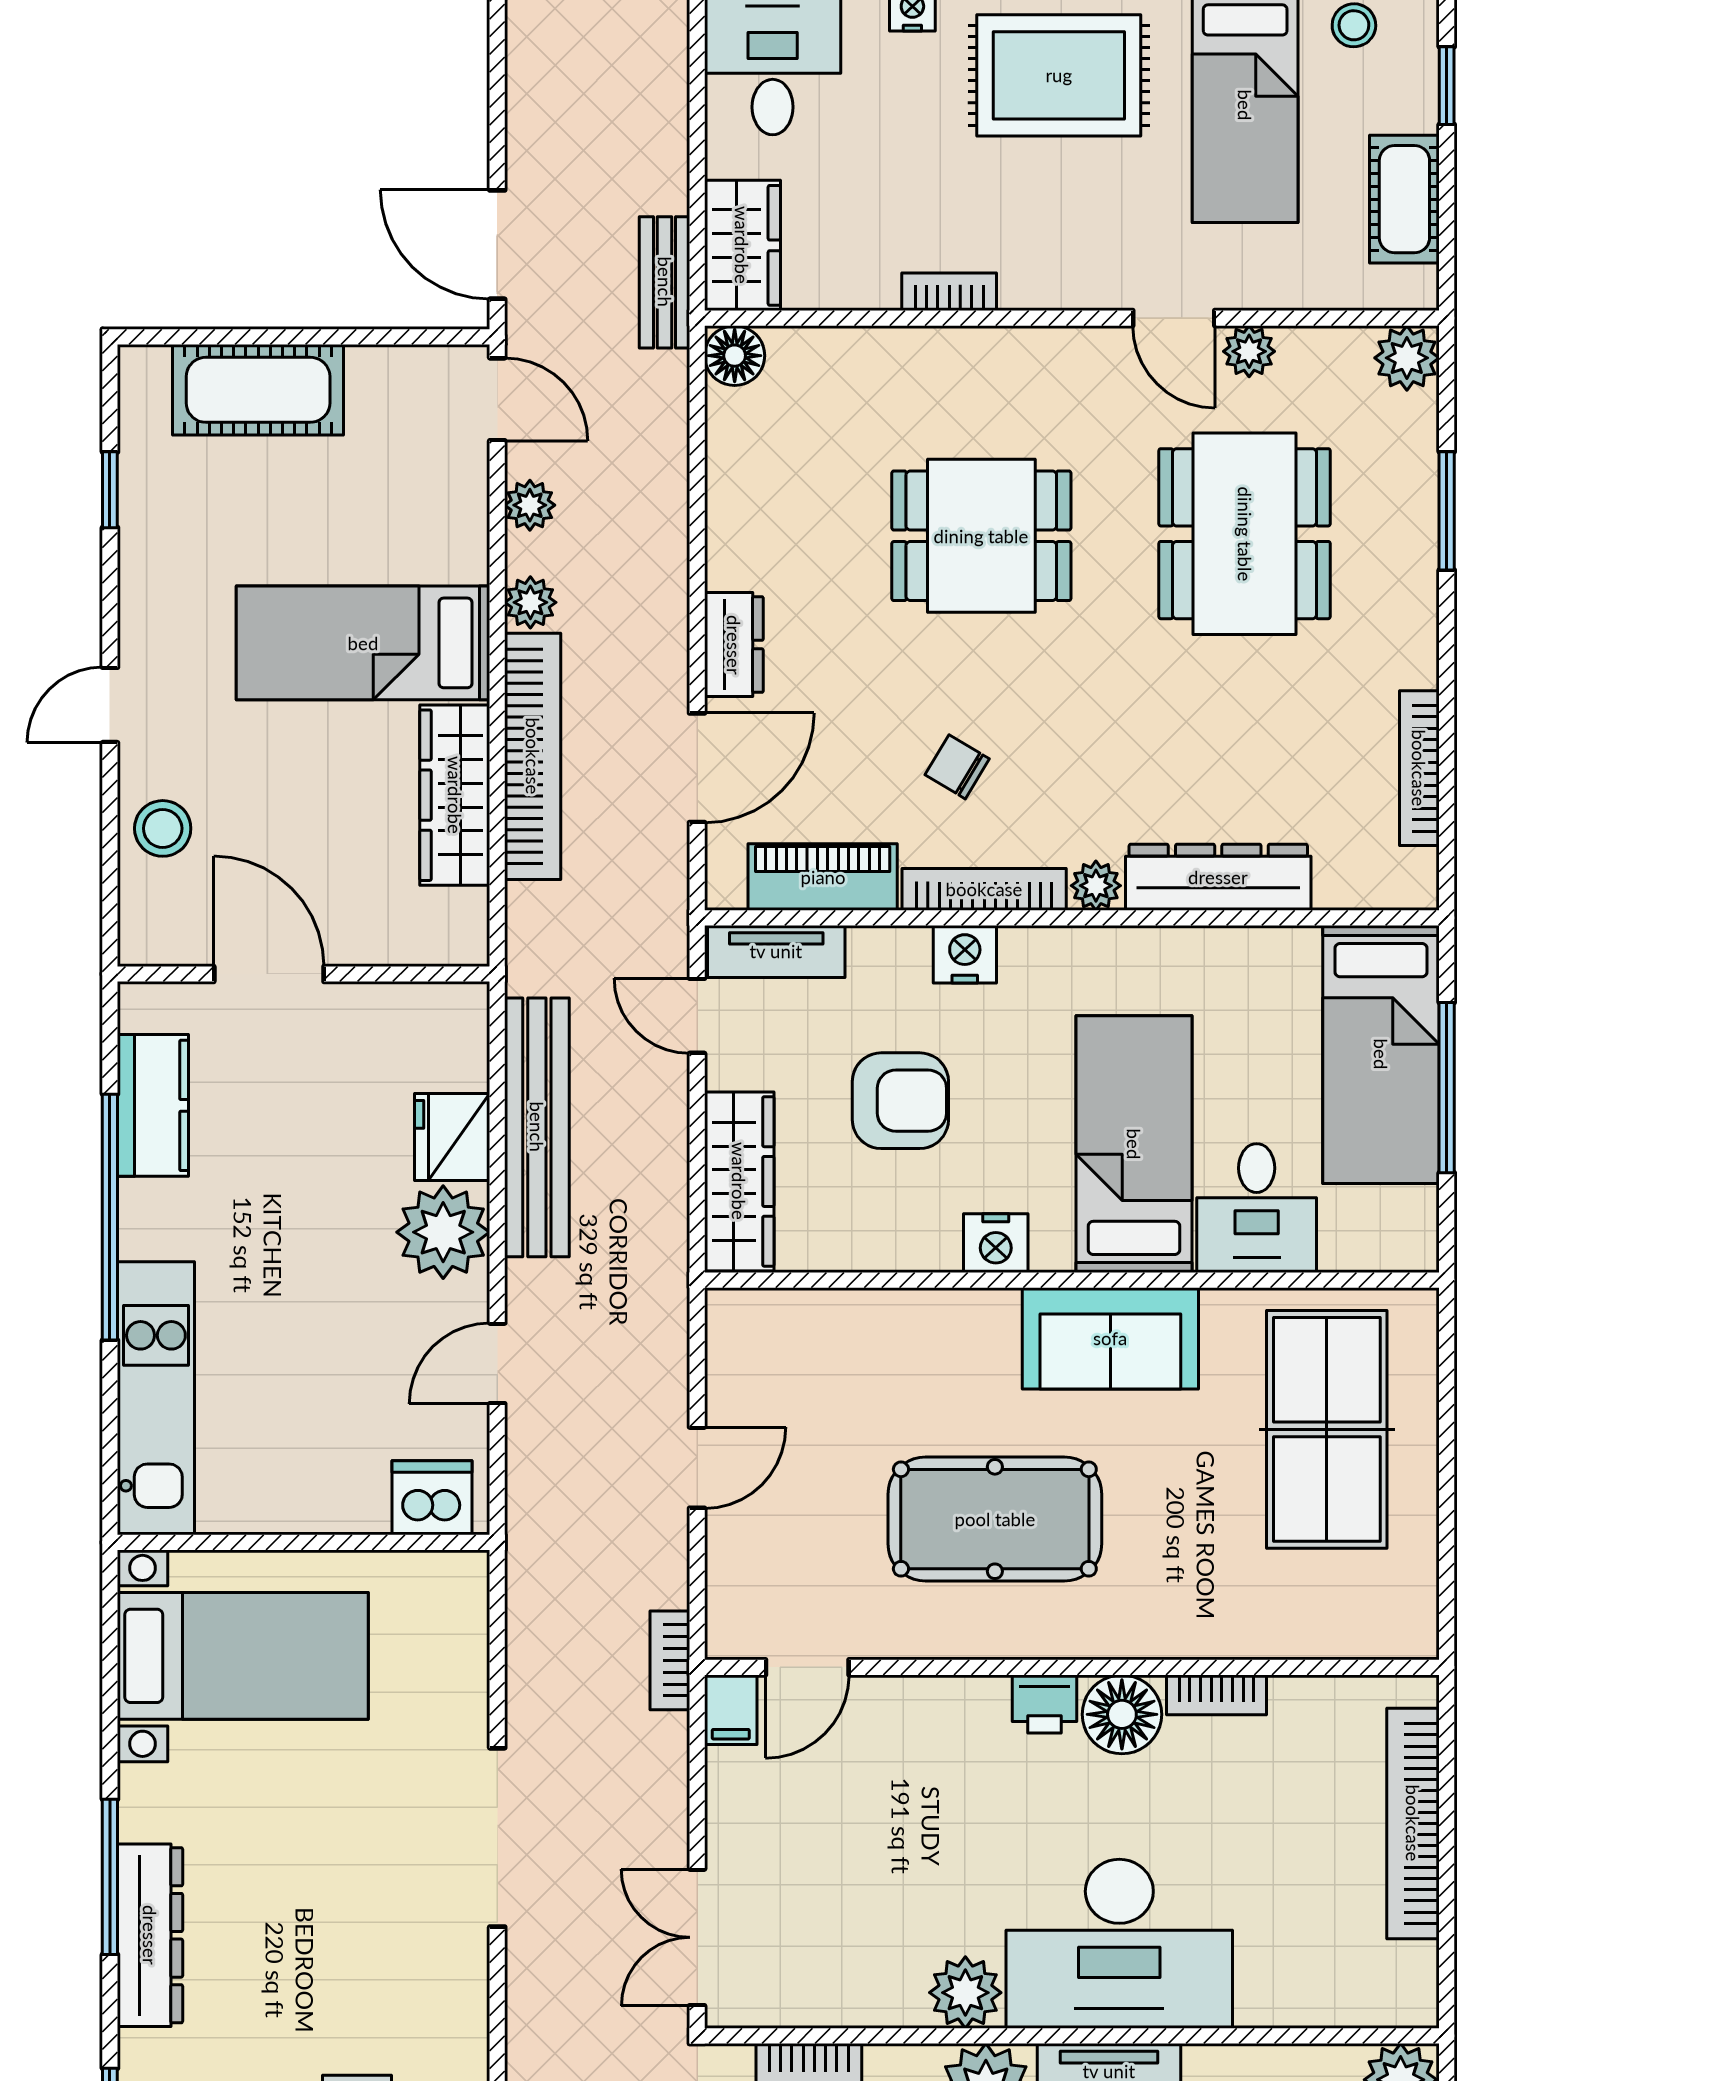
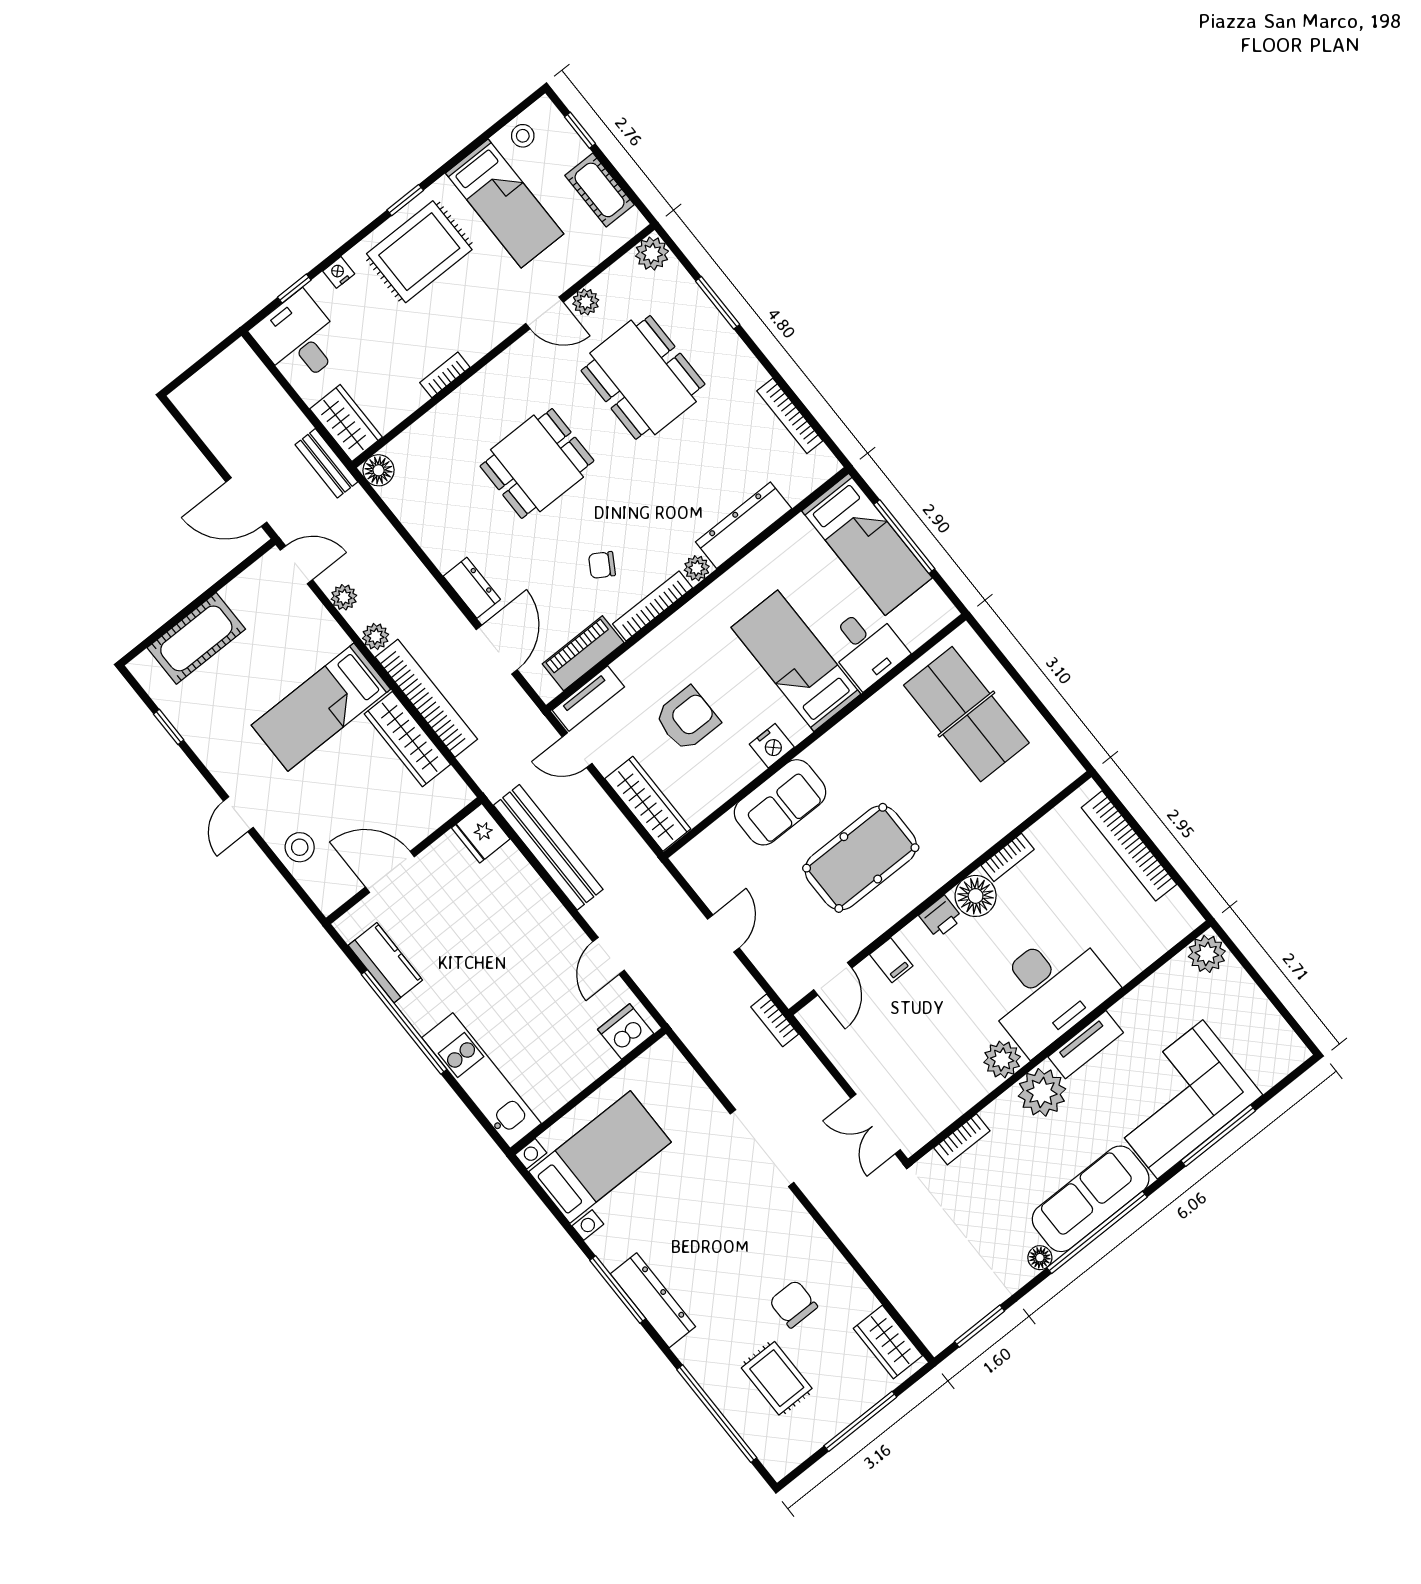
nightstand: (965, 954) -> (666, 639), removed
fridge: (452, 1137) -> (481, 833), moved
plant: (443, 1232) -> (544, 920), removed
sofa: (1110, 1338) -> (780, 802), moved
filing cabinet: (731, 1710) -> (891, 960), moved

